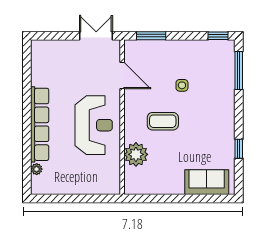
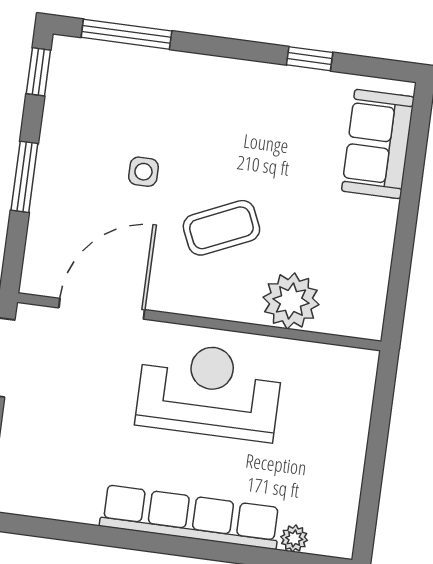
window: (151, 36) -> (24, 177), moved
door: (122, 76) -> (102, 309), width x1.36
coffee table: (163, 121) -> (221, 228), turned 66

